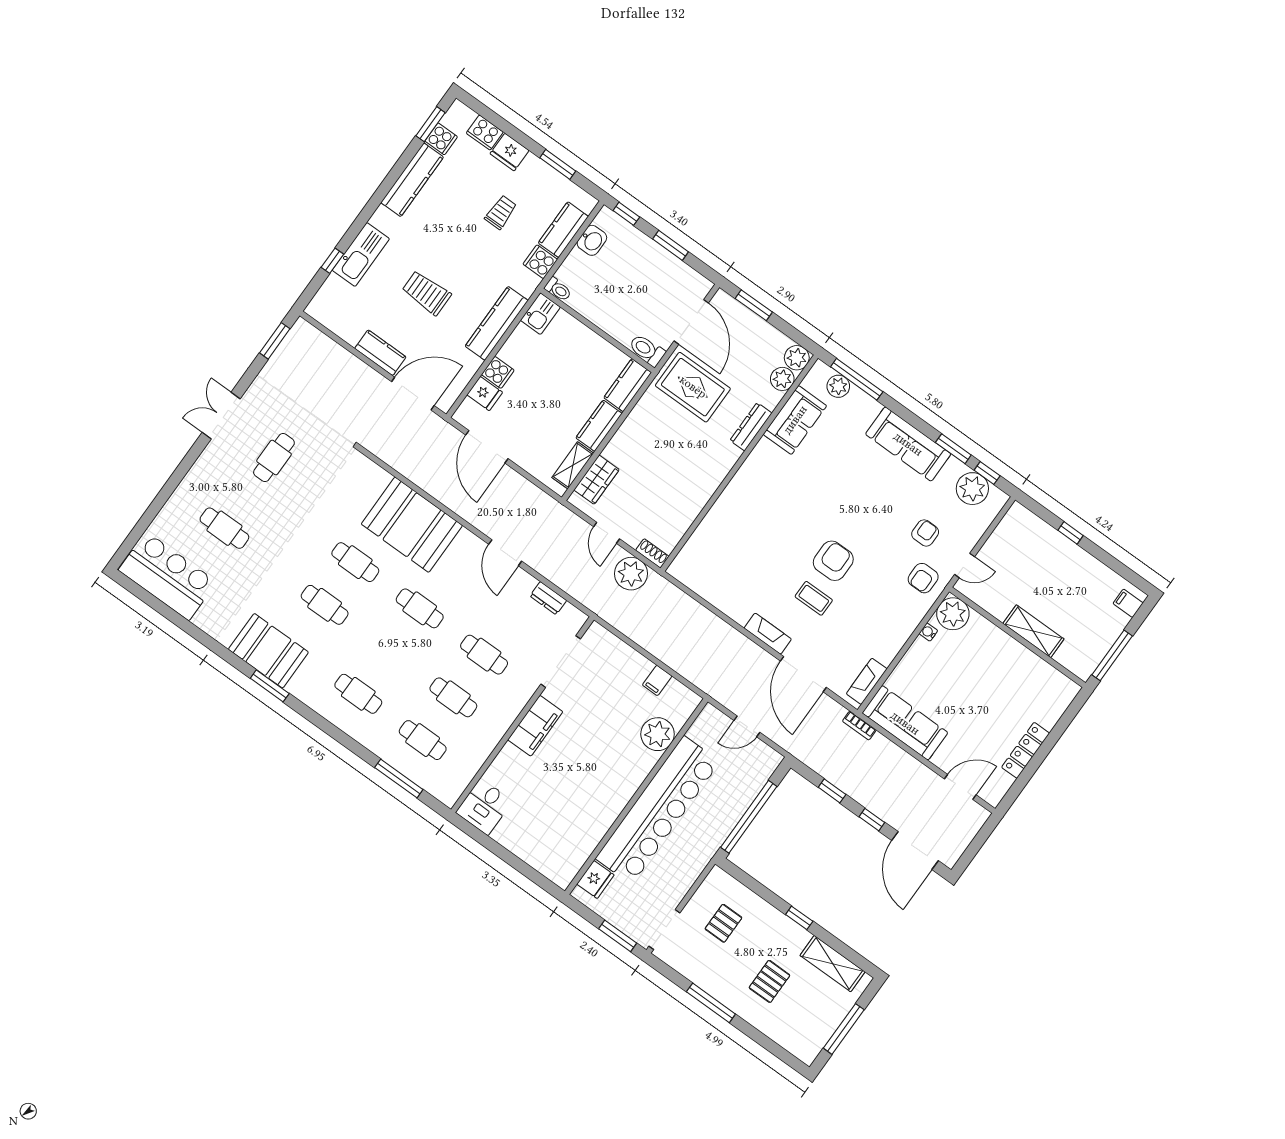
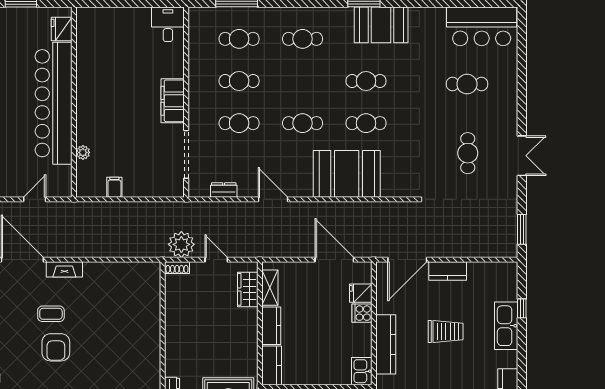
plant: (658, 734) -> (83, 152), width x0.53, depth x0.53

